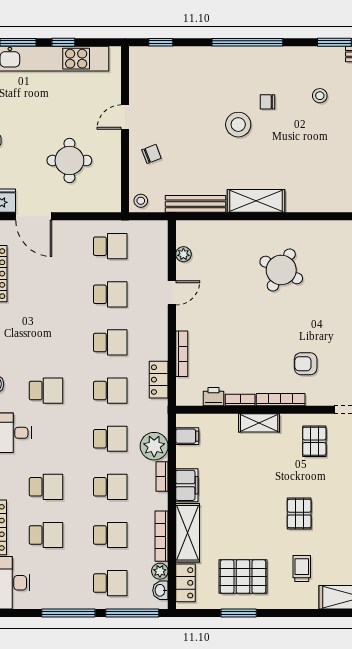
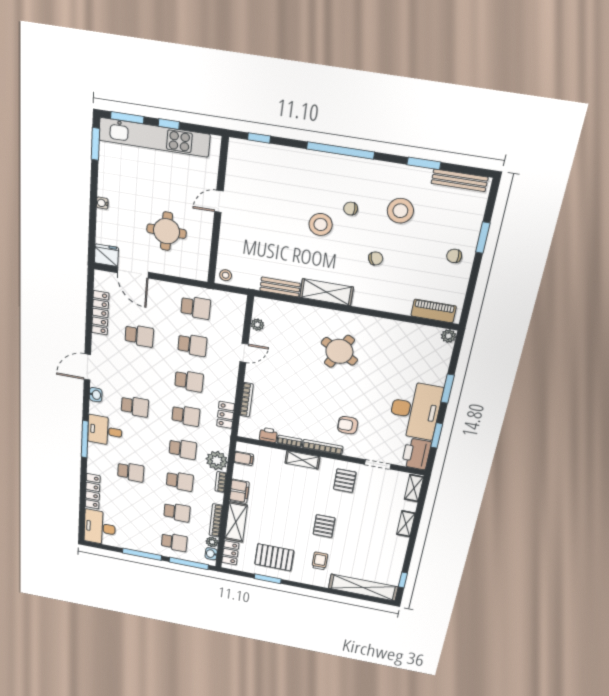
stool: (320, 96) -> (400, 211), width x1.89, depth x1.89
chair: (151, 154) -> (376, 258), moved
bench: (196, 204) -> (280, 287), width x0.73
school desk: (46, 535) -> (139, 336), moved

